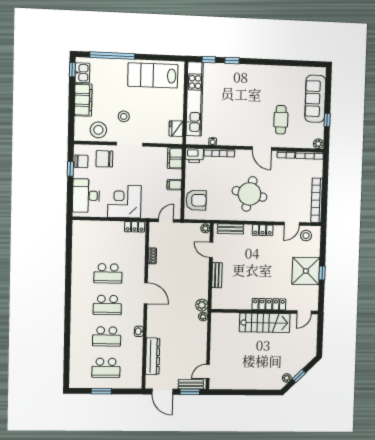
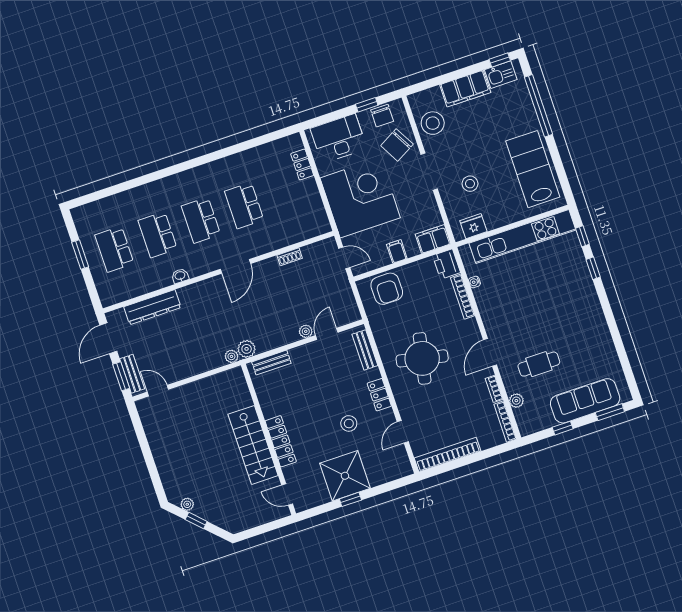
window: (328, 85) -> (610, 412), added
stool: (124, 116) -> (470, 184), moved
plant: (318, 144) -> (516, 401), moved
chair: (104, 159) -> (397, 145), turned -119
corner desk: (124, 202) -> (360, 198), width x1.36, depth x1.36
door: (292, 224) -> (403, 432), hinge flipped
locker: (135, 227) -> (302, 165), moved
plant: (205, 228) -> (306, 331), moved
stool: (306, 236) -> (349, 423), moved
bench: (217, 275) -> (271, 363), moved

